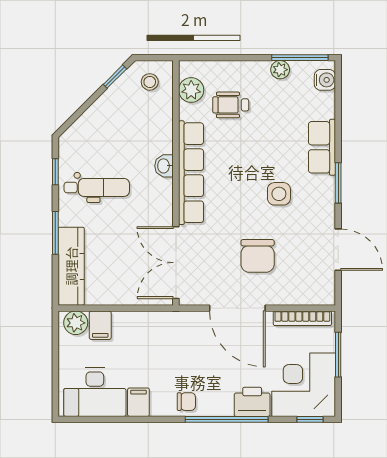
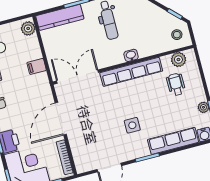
row of seats: (322, 147) -> (173, 141), width x1.48
chair: (258, 256) -> (94, 122), removed
filing cabinet: (100, 325) -> (37, 66), moved

